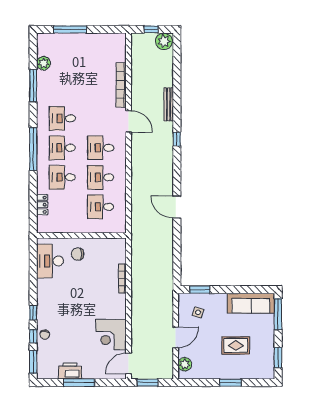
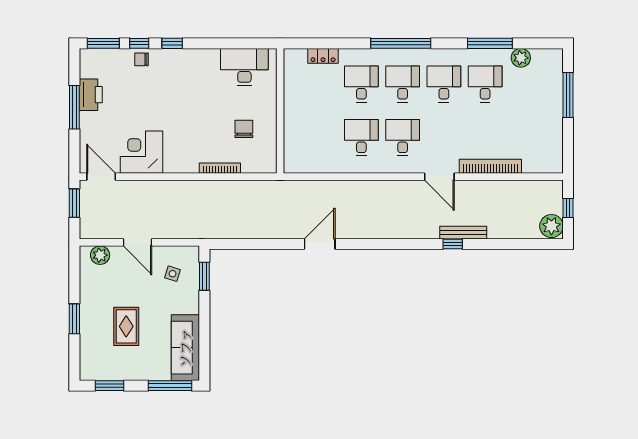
door: (129, 121) -> (439, 177), hinge flipped
window: (177, 139) -> (453, 244), moved
desk: (101, 207) -> (485, 84), moved
chair: (78, 254) -> (244, 129), moved

